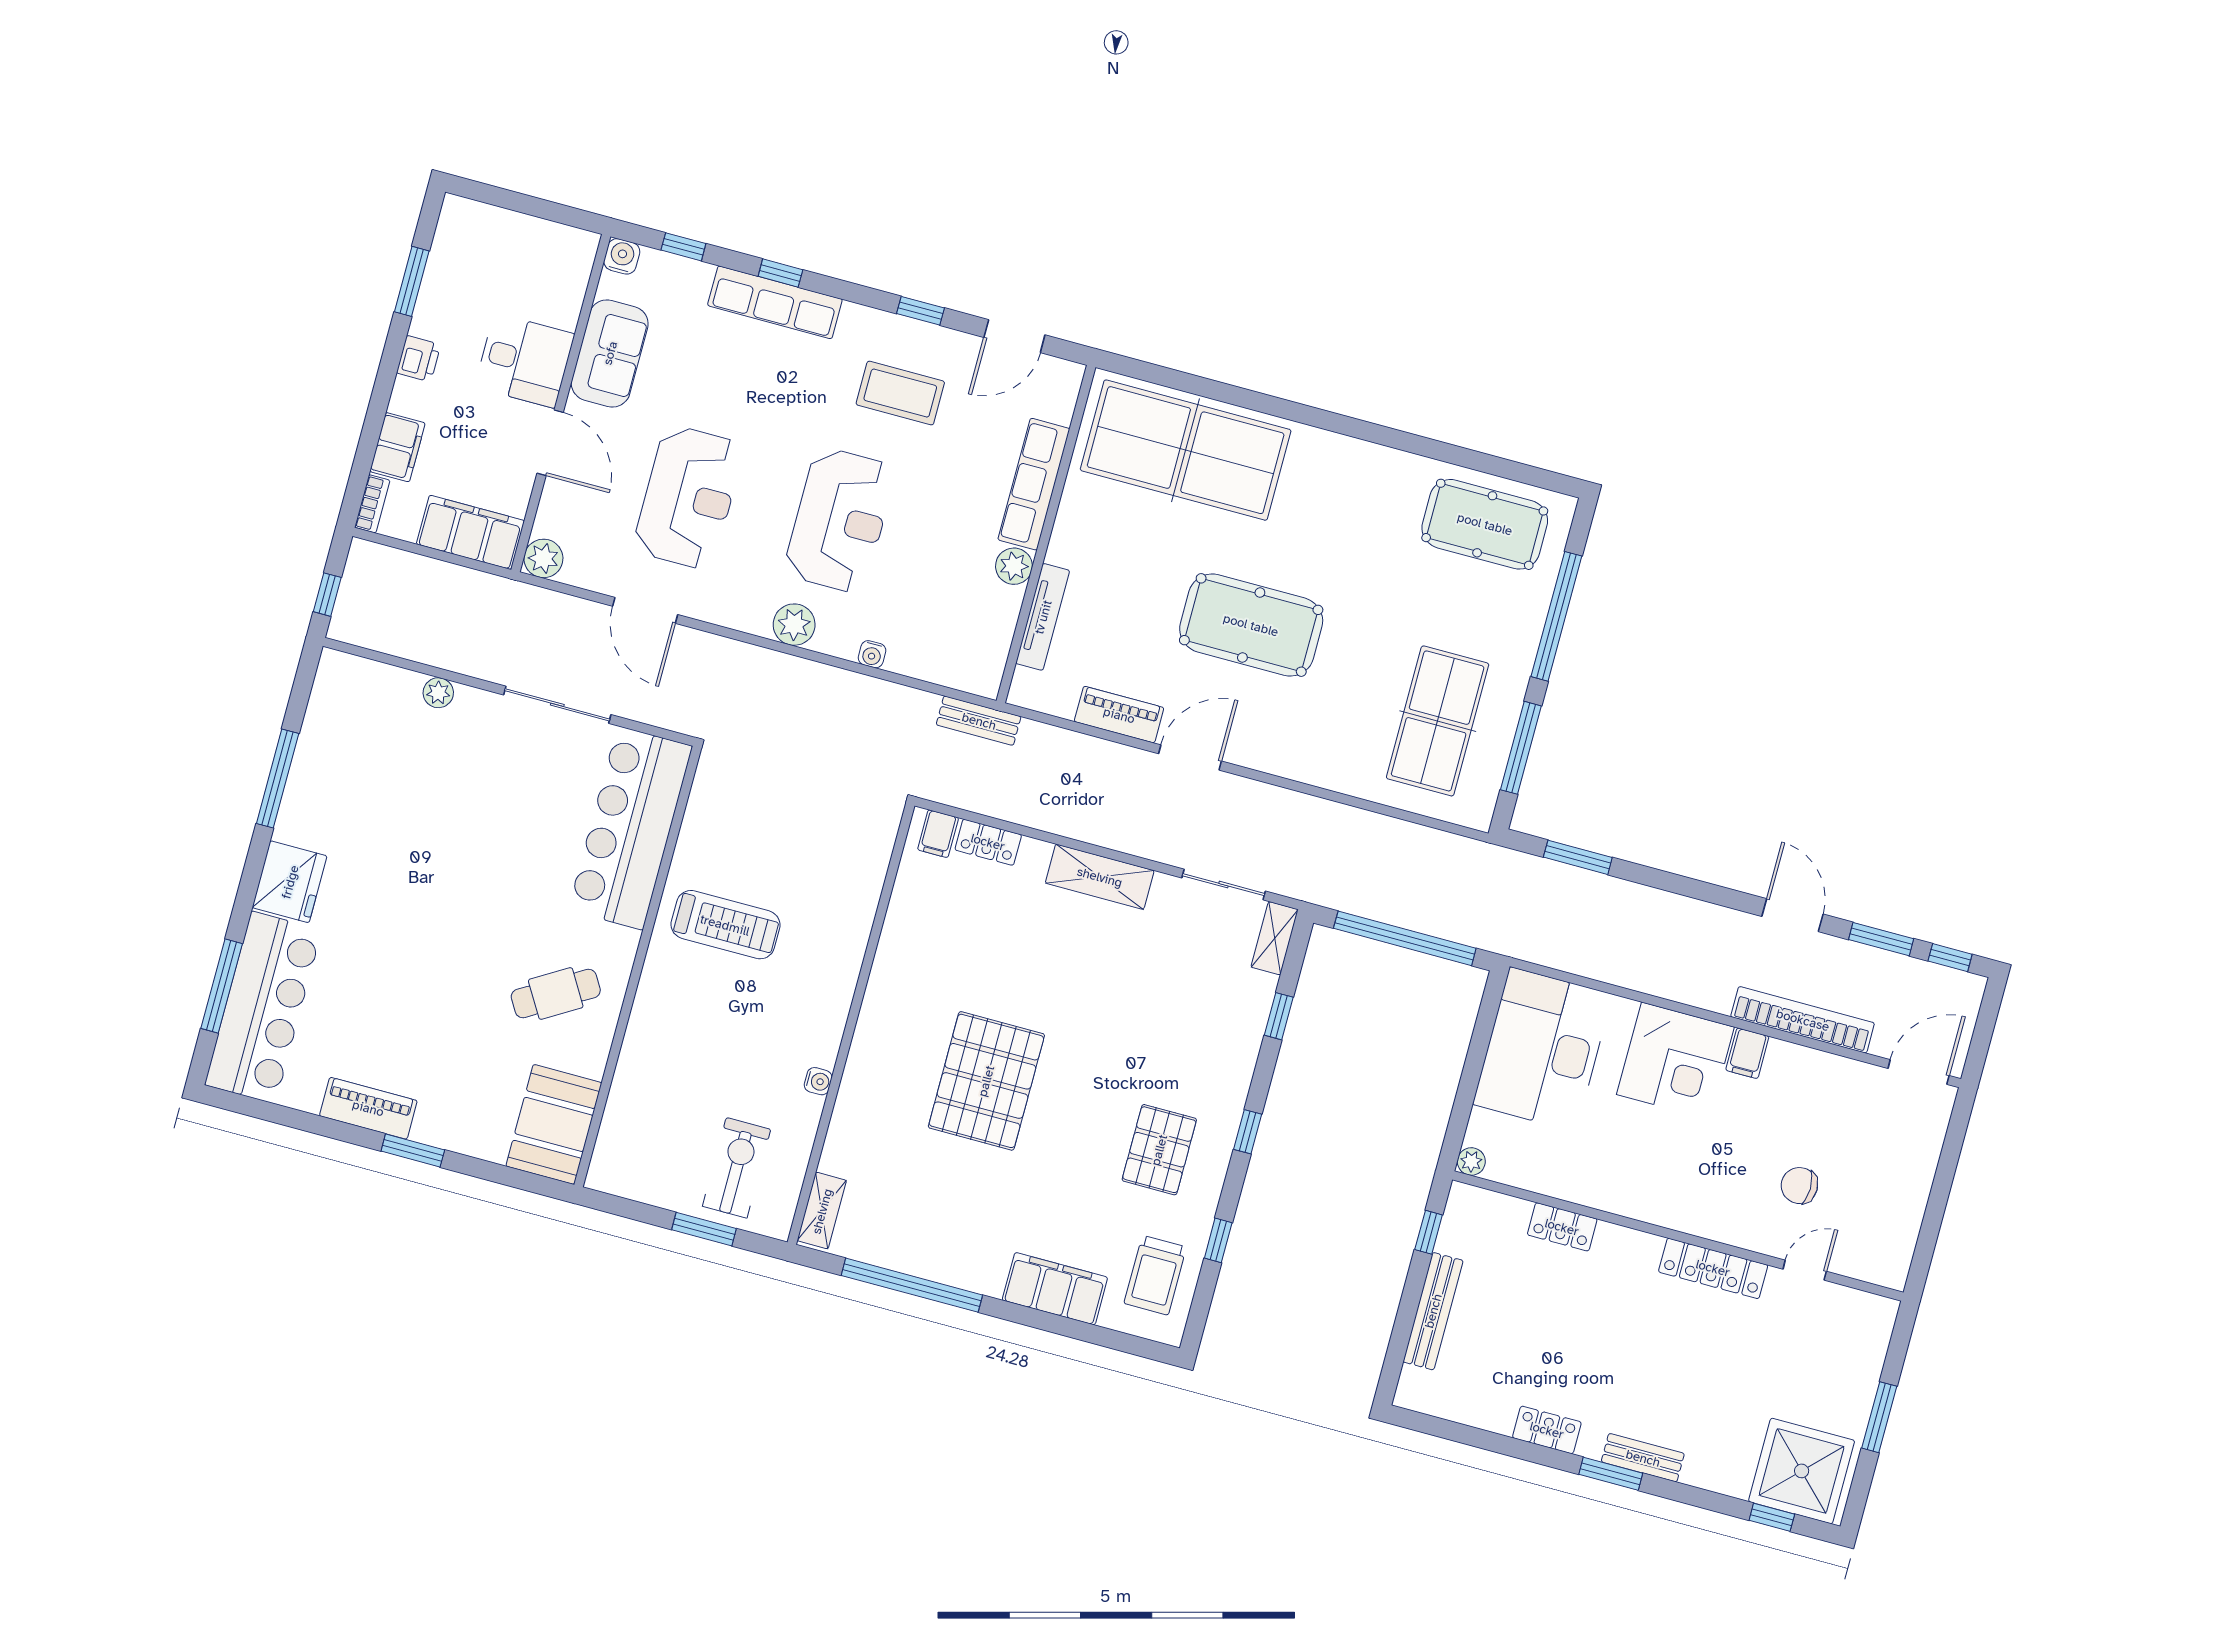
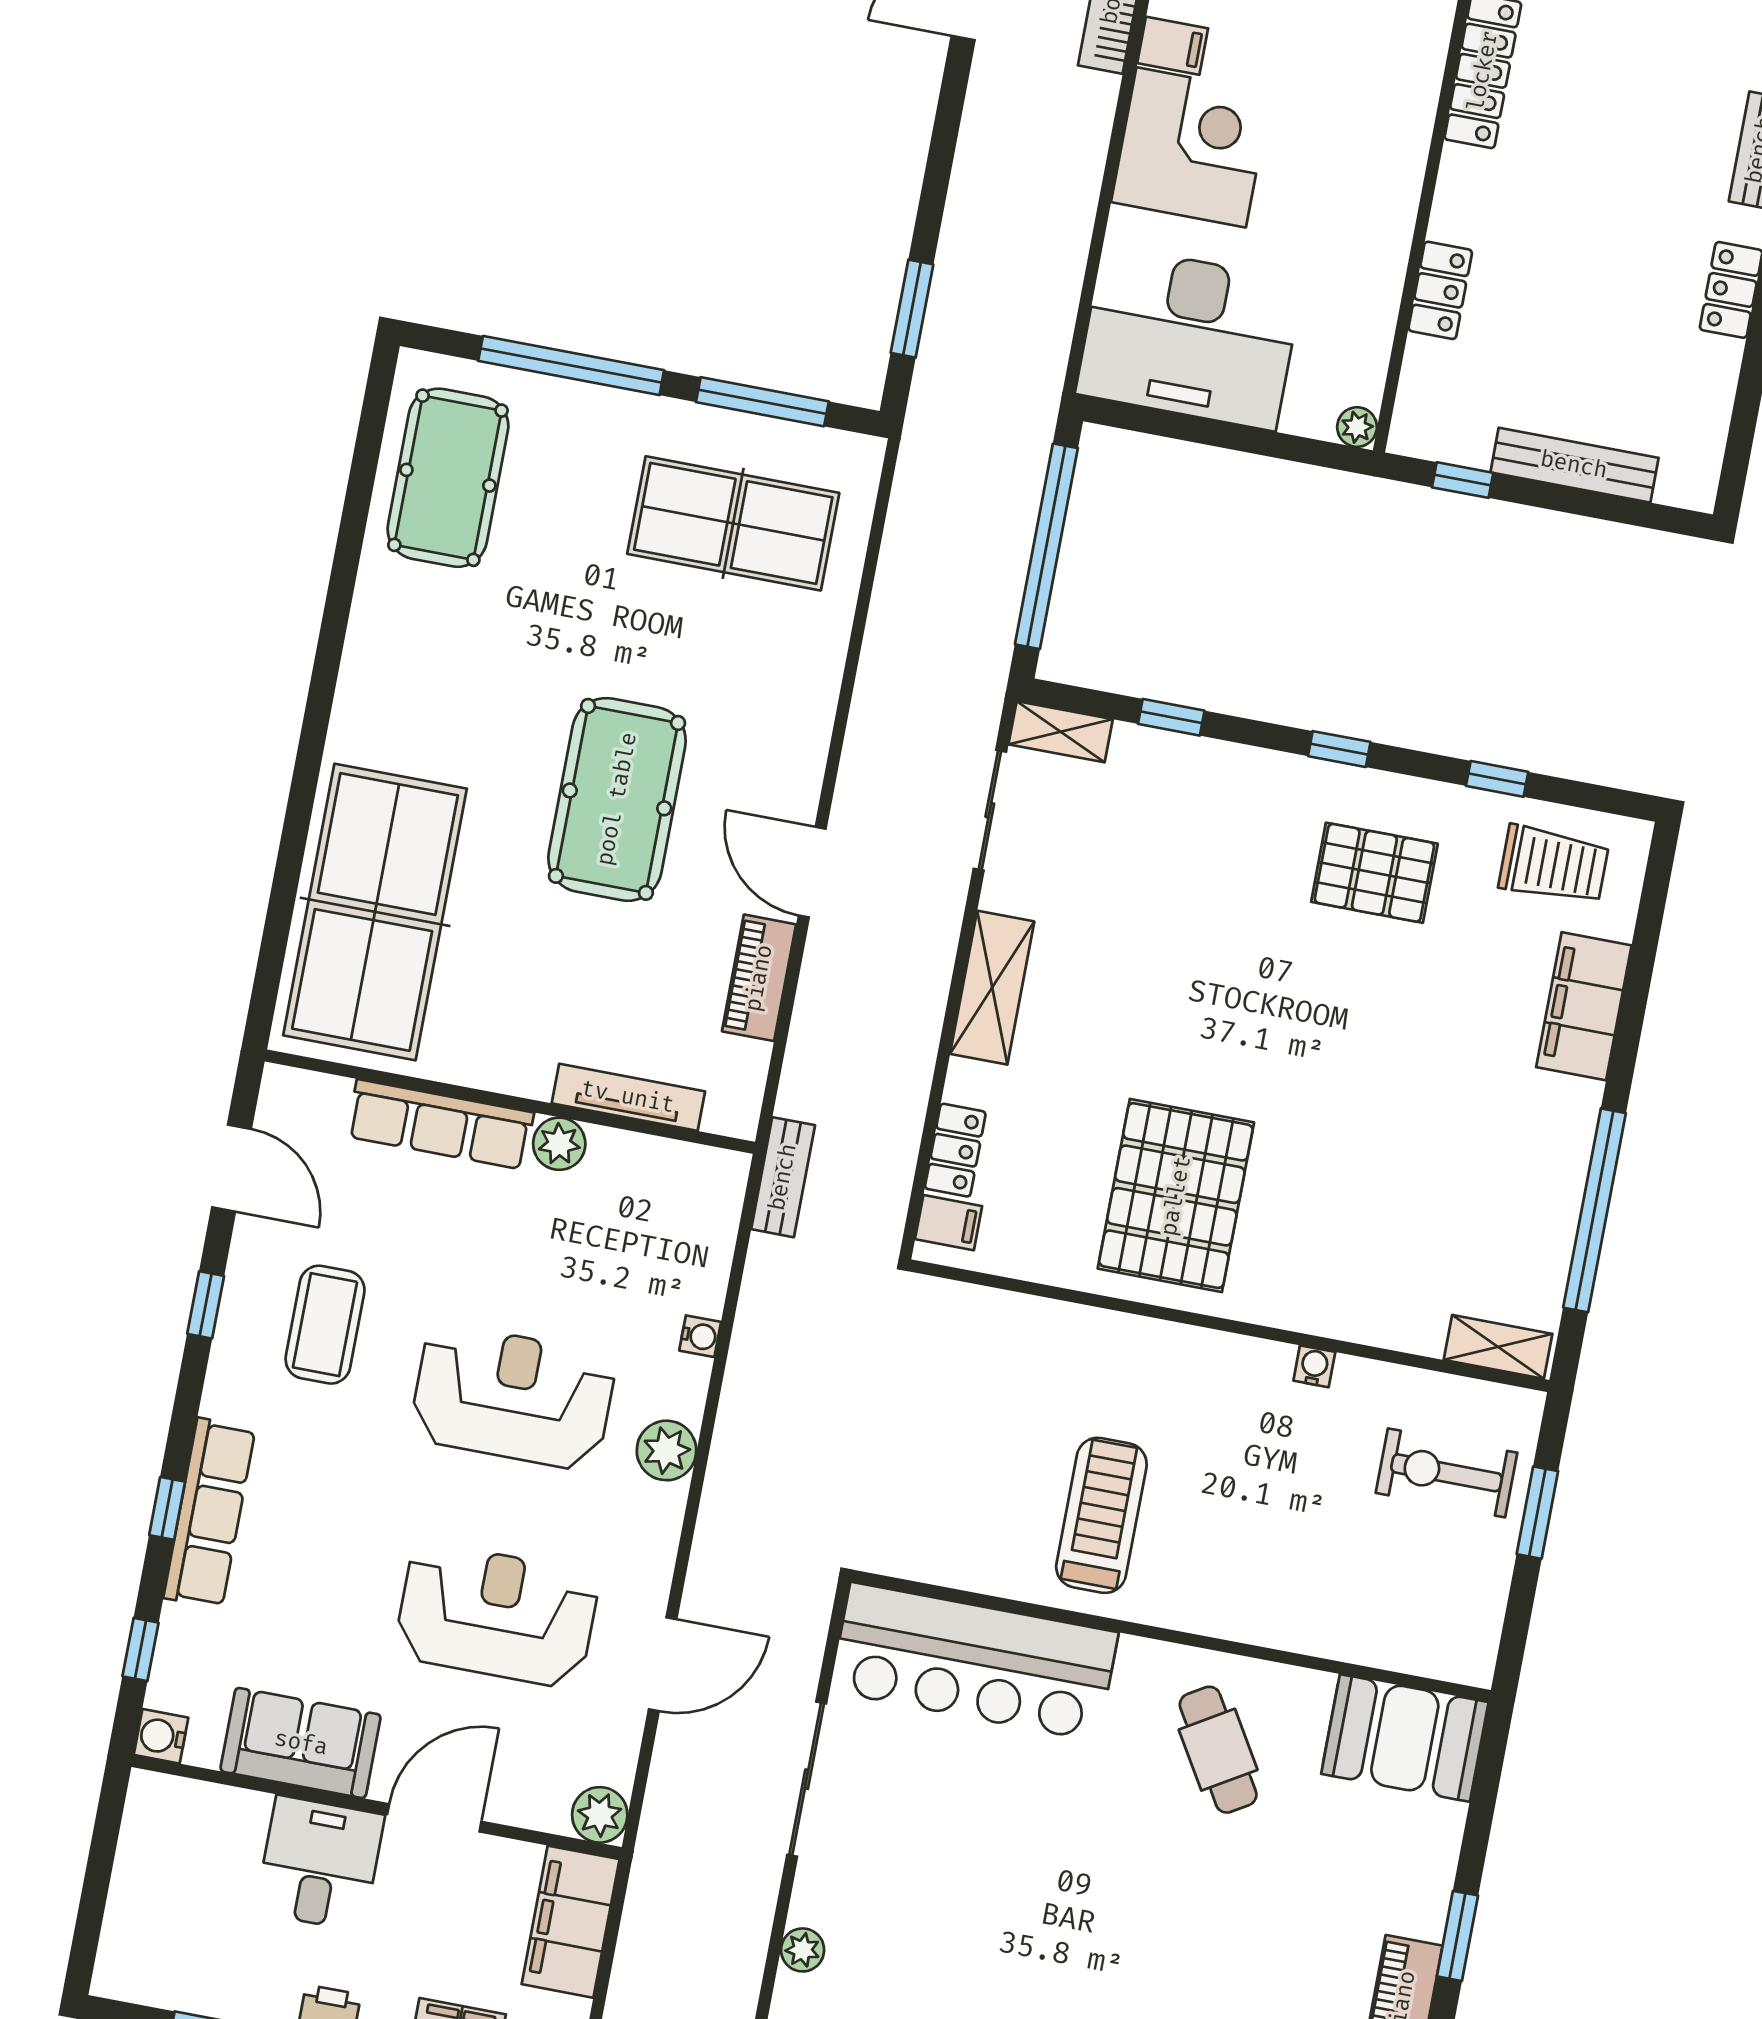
pallet: (986, 1081) -> (1176, 1196), moved, turned 90

